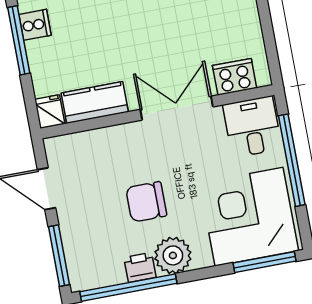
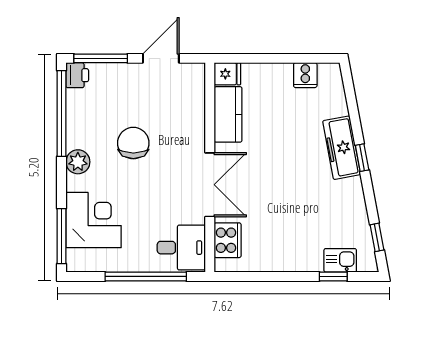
window: (19, 40) -> (294, 58), removed
corner desk: (249, 217) -> (94, 220), width x0.74, depth x0.74
plant: (173, 255) -> (78, 162), width x0.73, depth x0.73
printer: (140, 267) -> (77, 75), moved

